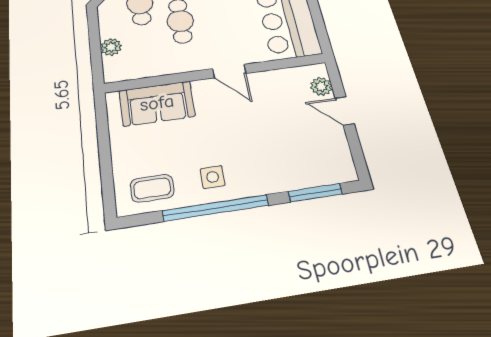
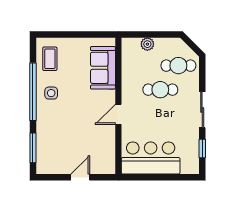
plant: (321, 86) -> (99, 168), removed

